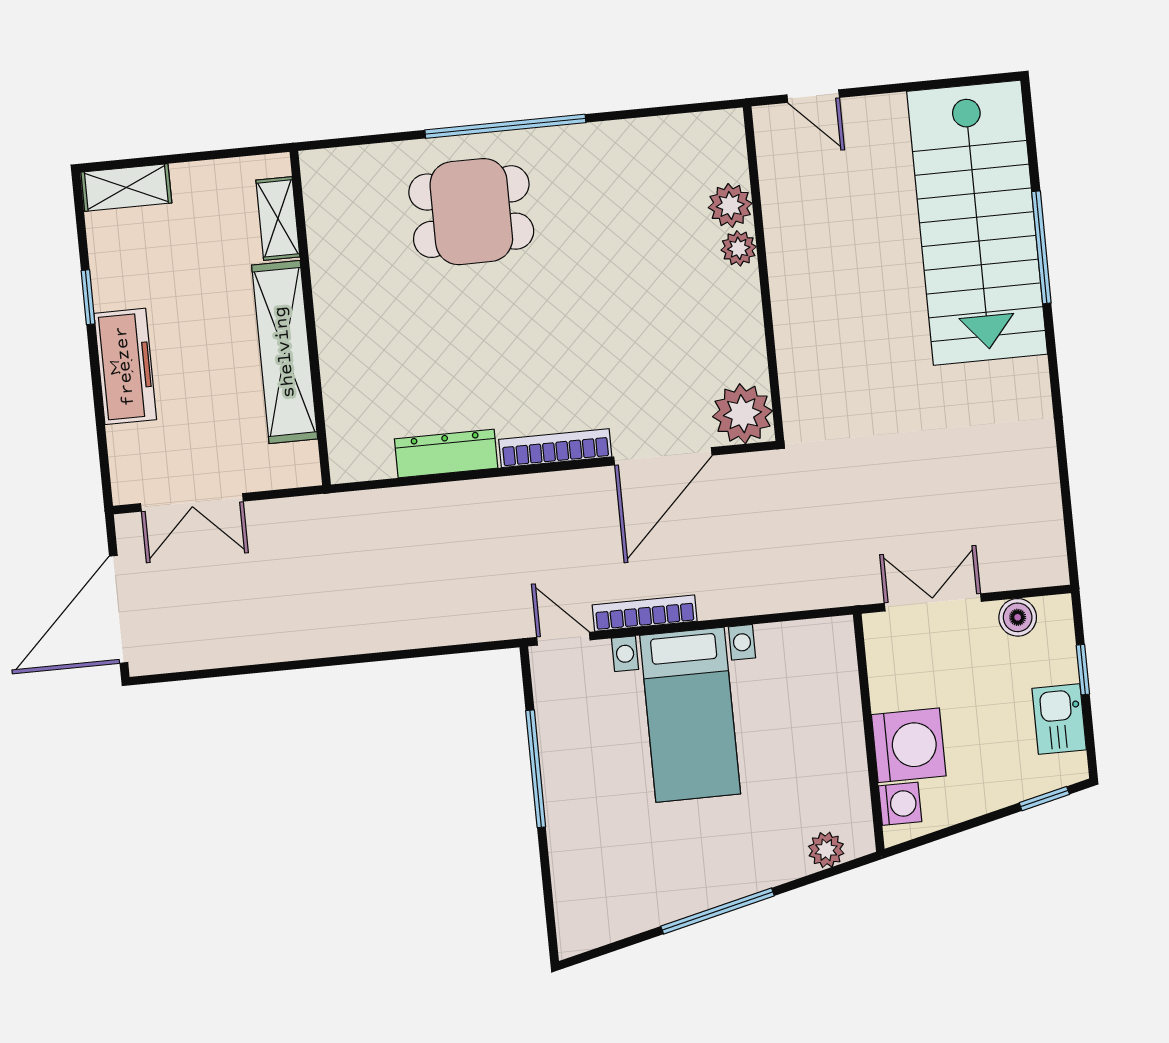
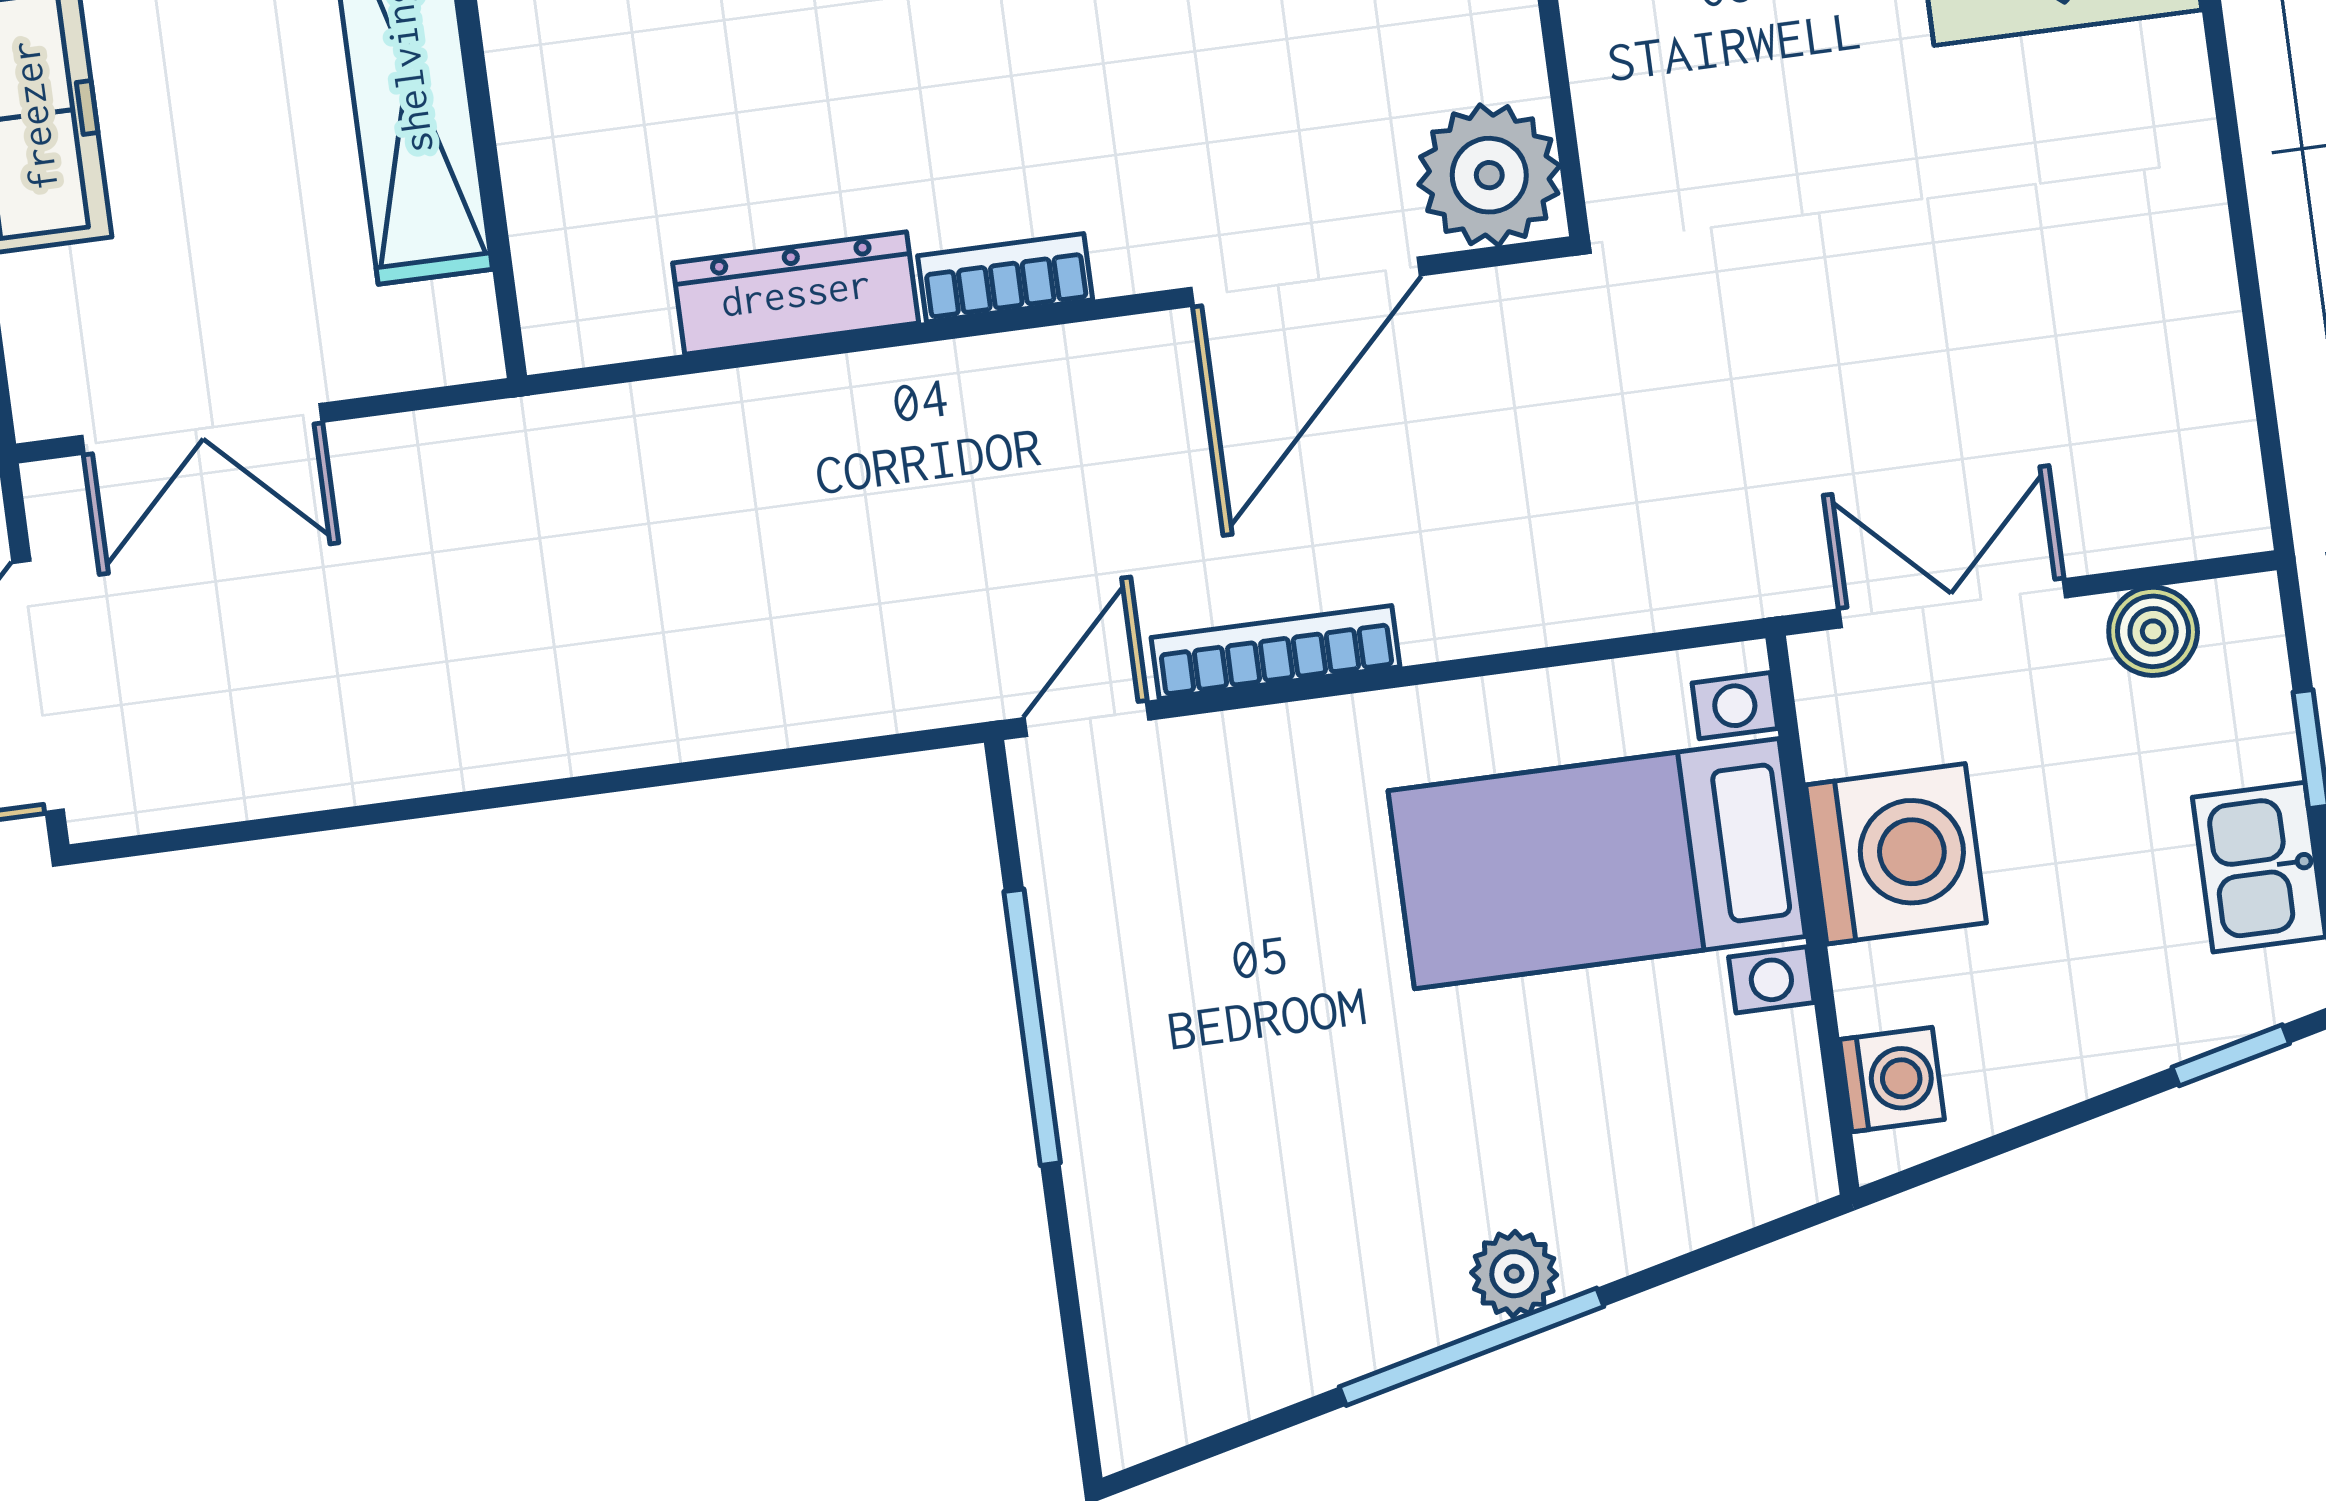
bookcase: (555, 448) -> (1005, 278), width x0.64
door: (563, 639) -> (1087, 719), hinge flipped
bed with nightstands: (690, 715) -> (1597, 864), moved, turned 90
washing machine: (909, 745) -> (1896, 854), moved
plant: (826, 850) -> (1514, 1274), moved

